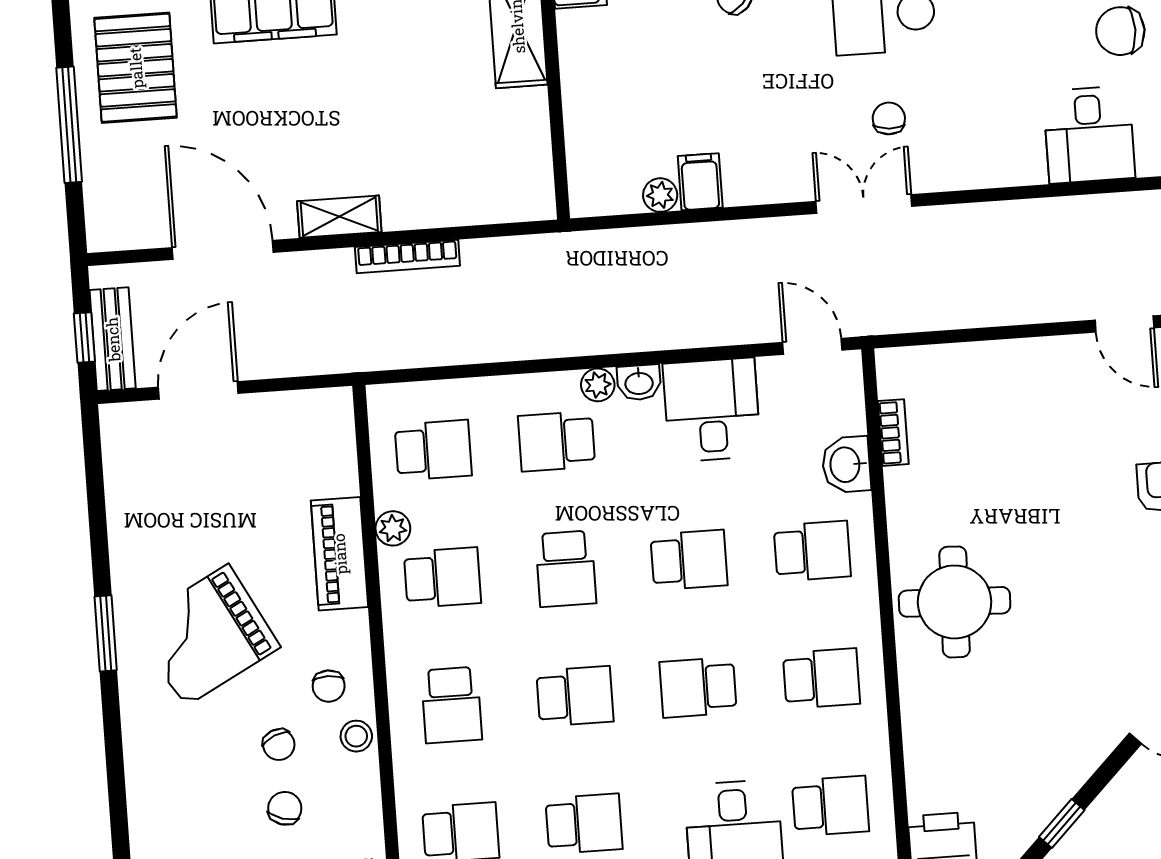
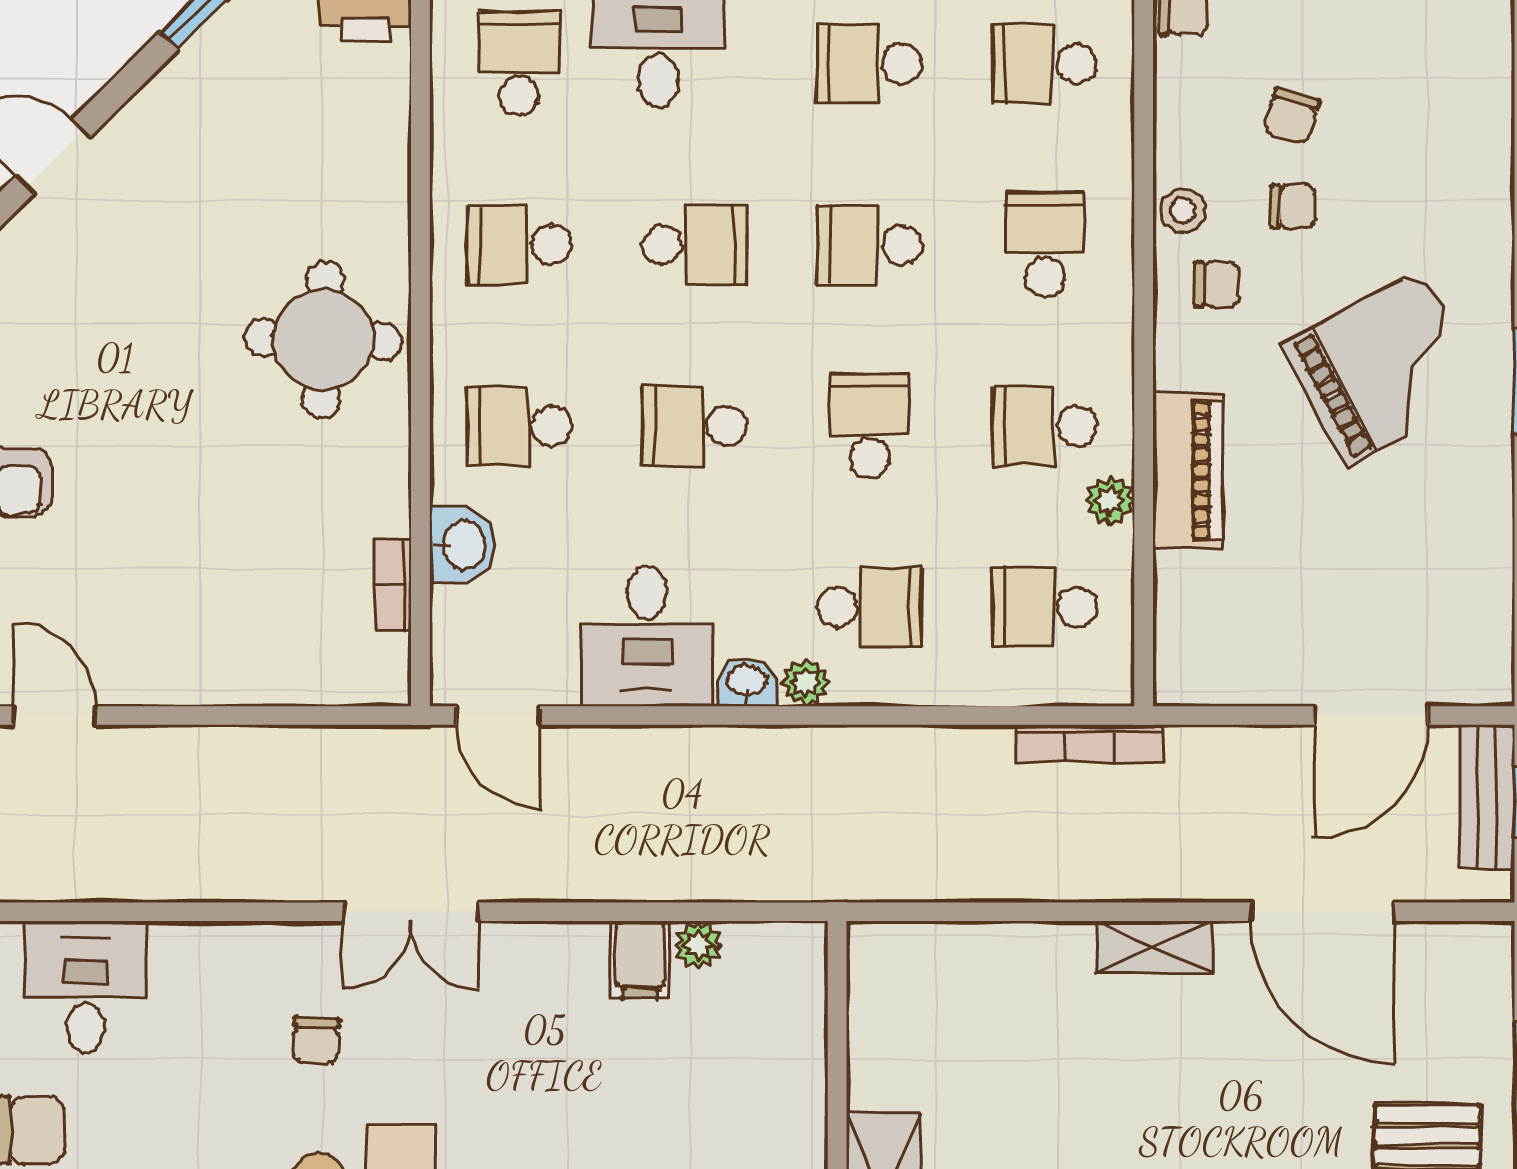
chair: (889, 118) -> (316, 1040), moved
bookcase: (407, 256) -> (1090, 743), moved, turned 180
chair: (329, 686) -> (1217, 284), turned 90
chair: (279, 745) -> (1293, 207), turned 113
school desk: (831, 806) -> (519, 64), turned 90

